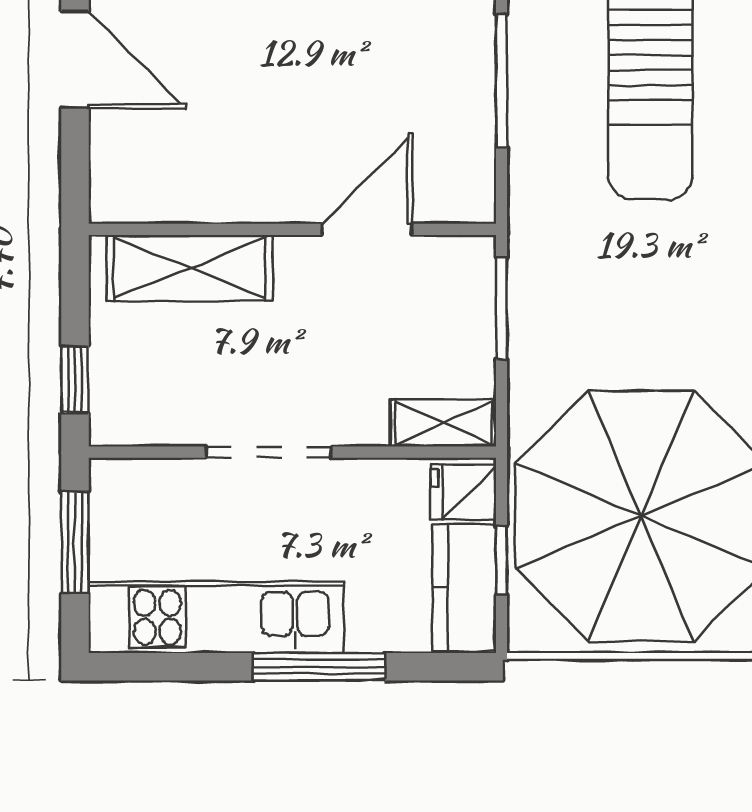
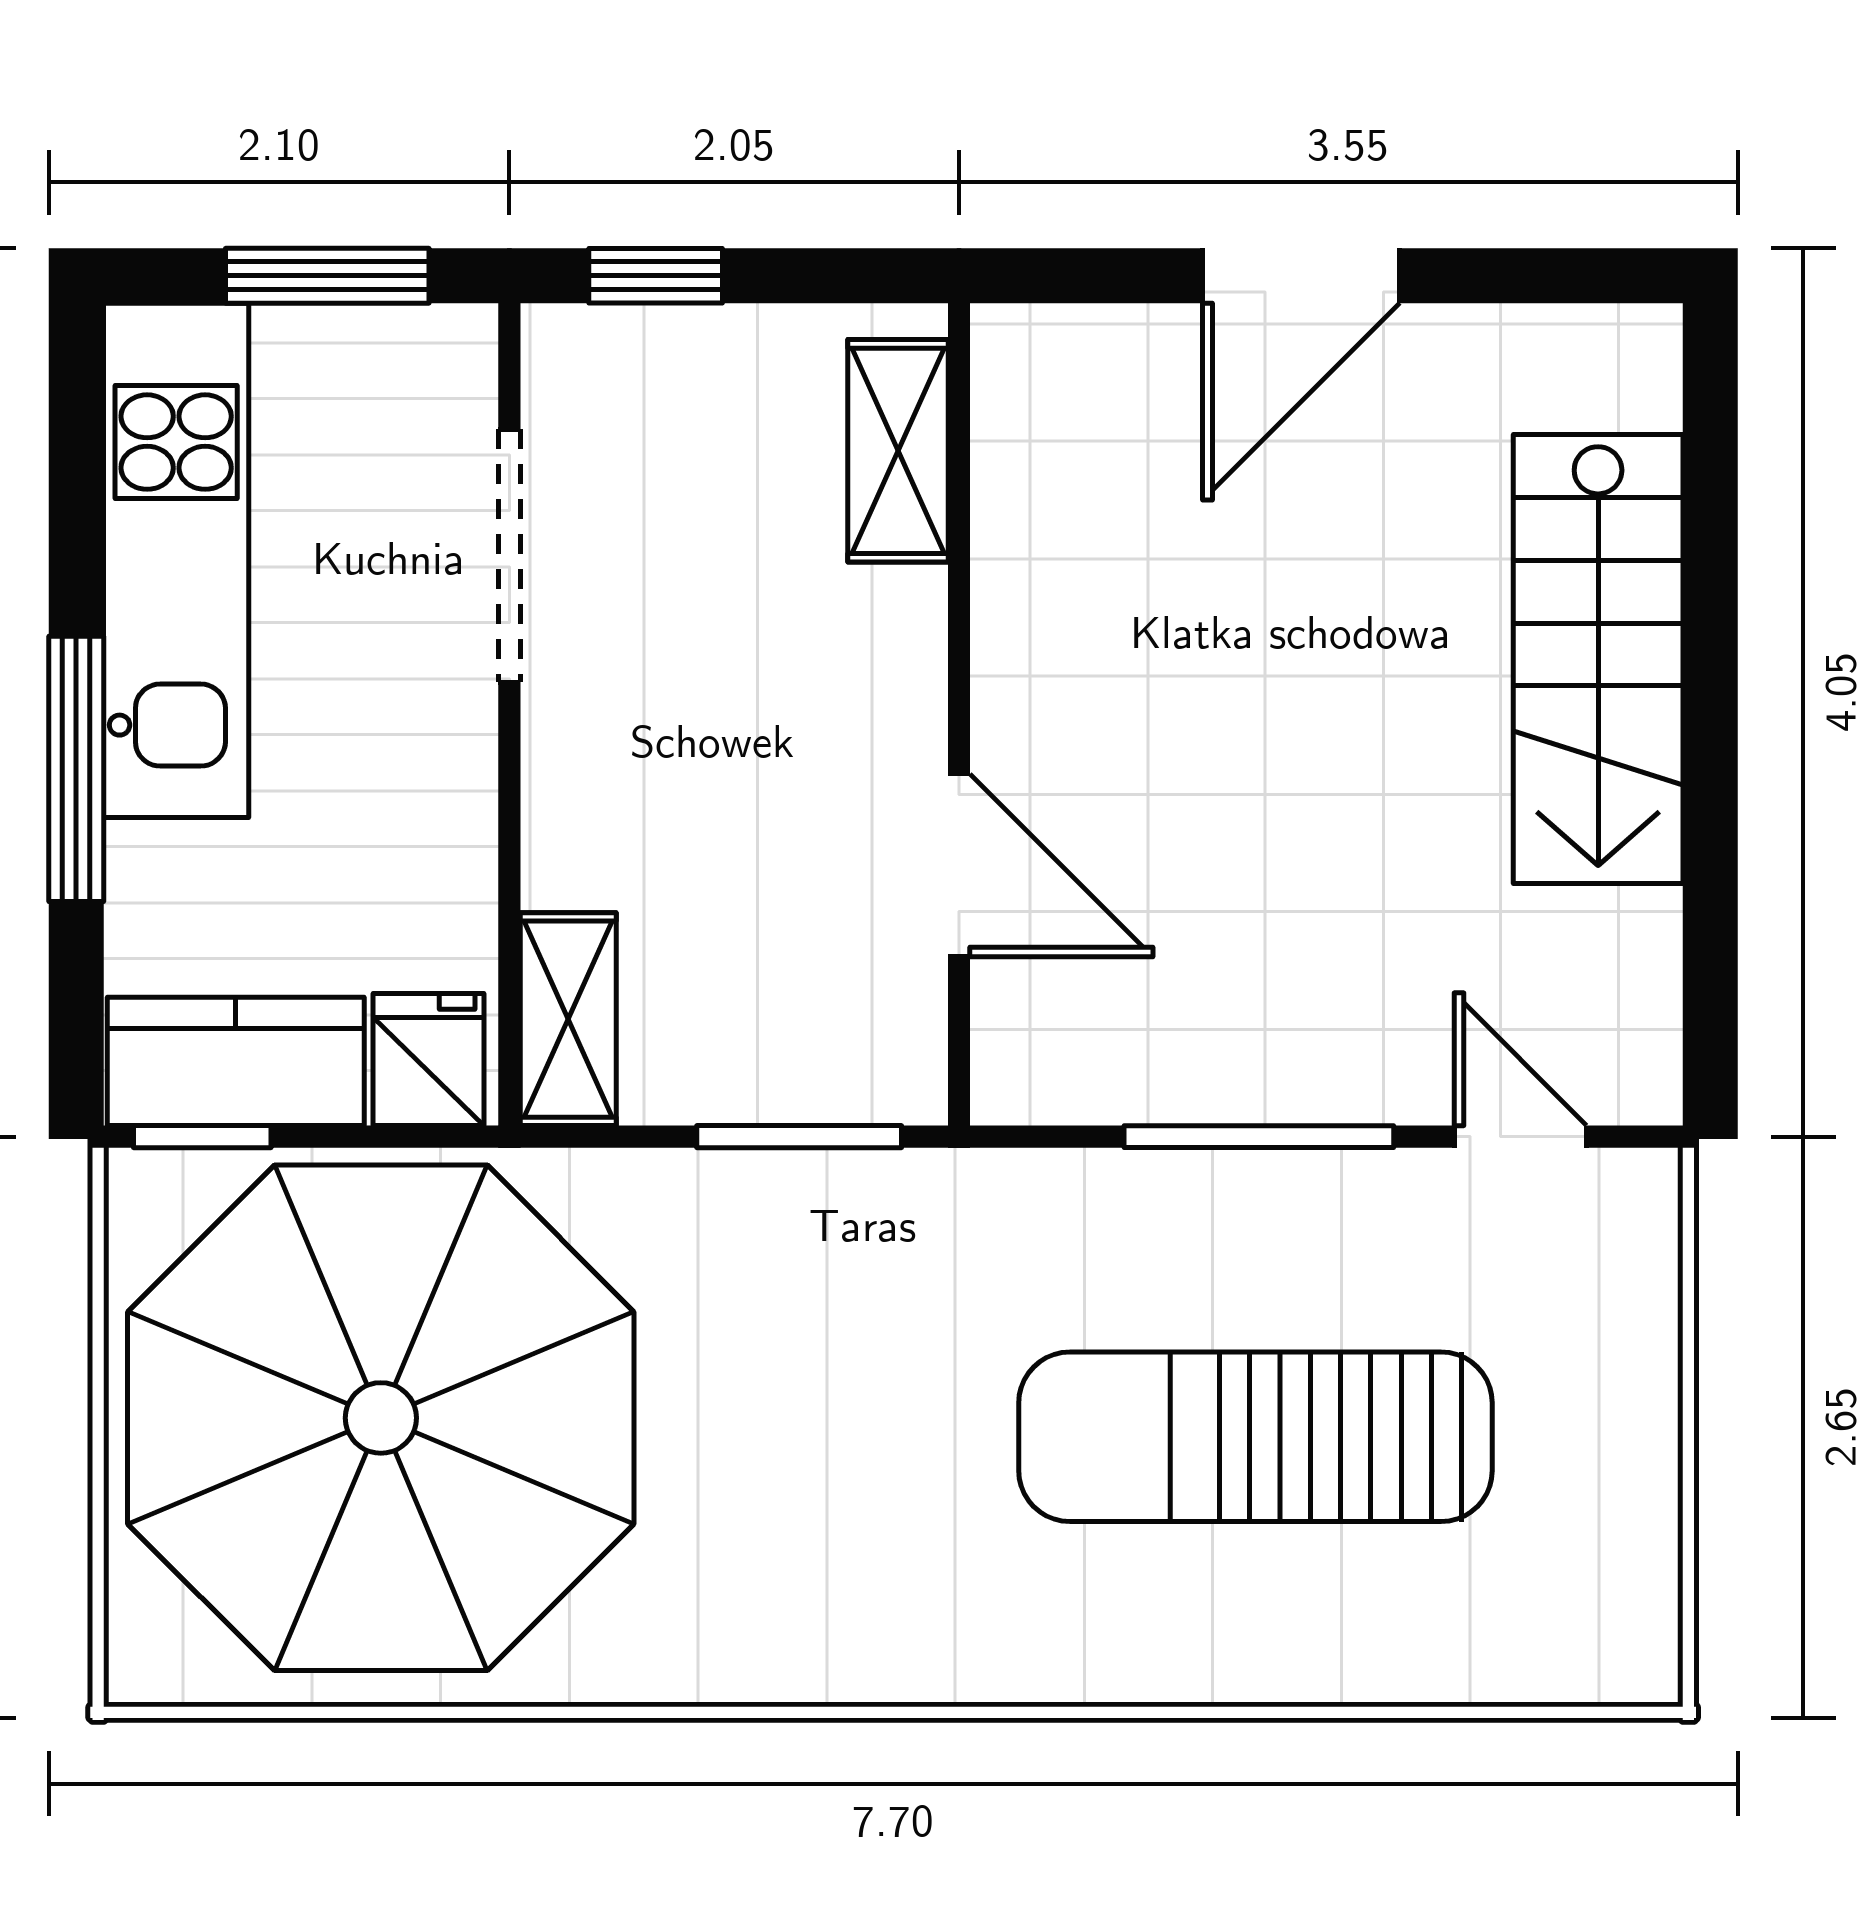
shelving: (189, 268) -> (898, 451), width x0.67, depth x0.75
doorway: (269, 452) -> (509, 556), moved
window: (502, 560) -> (202, 1137), moved

